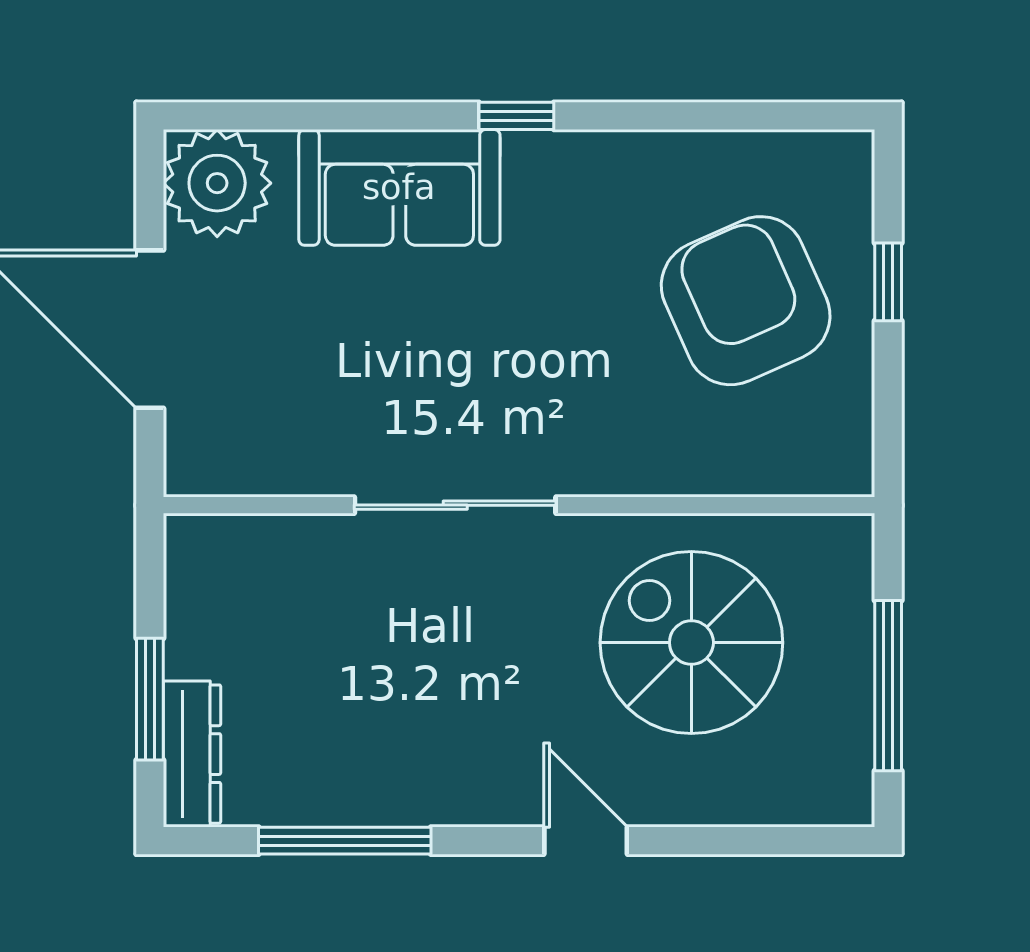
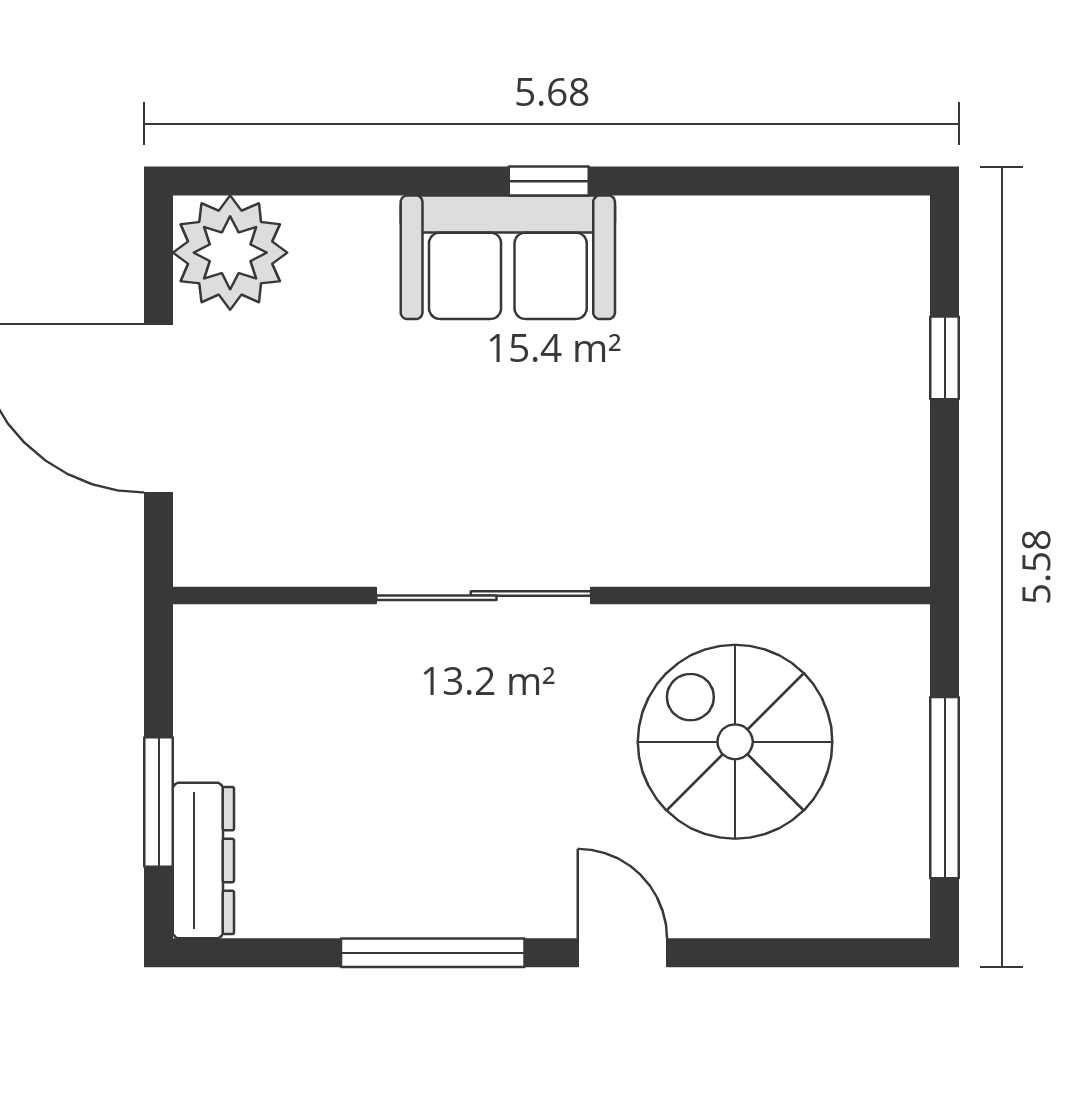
sofa: (399, 187) -> (508, 257), moved
armchair: (746, 301) -> (793, 378), removed
window: (345, 841) -> (433, 953), moved

